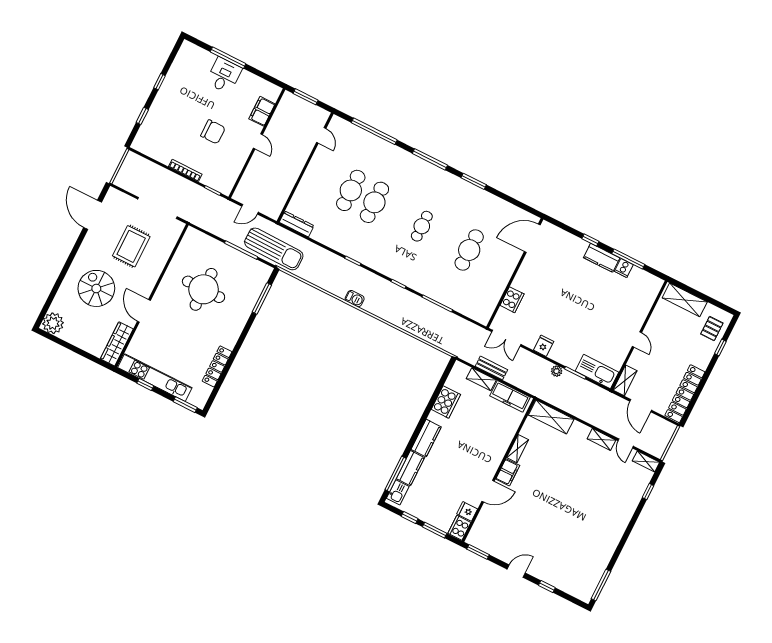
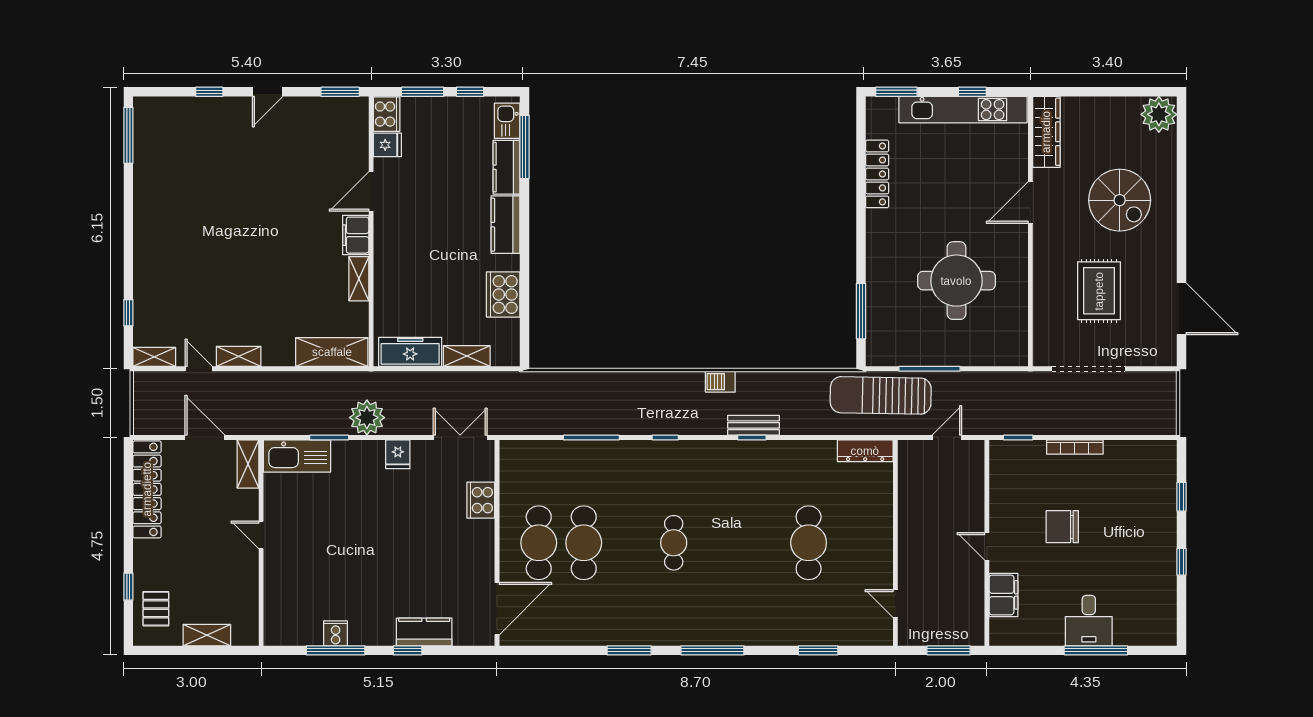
window: (374, 131) -> (818, 650), width x0.47
cafe table: (374, 202) -> (539, 543), moved
kitchen counter: (602, 258) -> (424, 632), moved
shelving: (685, 300) -> (207, 635), width x0.67, depth x0.75
door: (144, 311) -> (1030, 202), swing flipped
bench: (491, 368) -> (753, 425), moved
plant: (557, 371) -> (367, 418), width x1.87, depth x1.87

